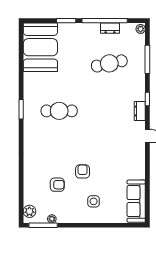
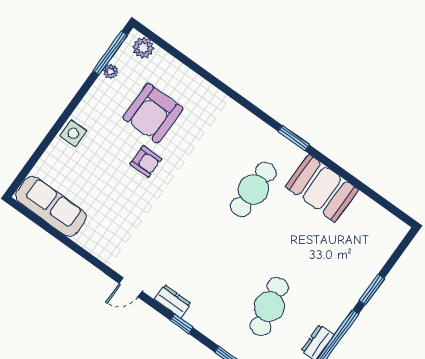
booth: (40, 47) -> (322, 188), moved, width x0.73, depth x0.70
armchair: (57, 185) -> (153, 113), width x1.88, depth x1.88
side table: (94, 201) -> (73, 133), moved

